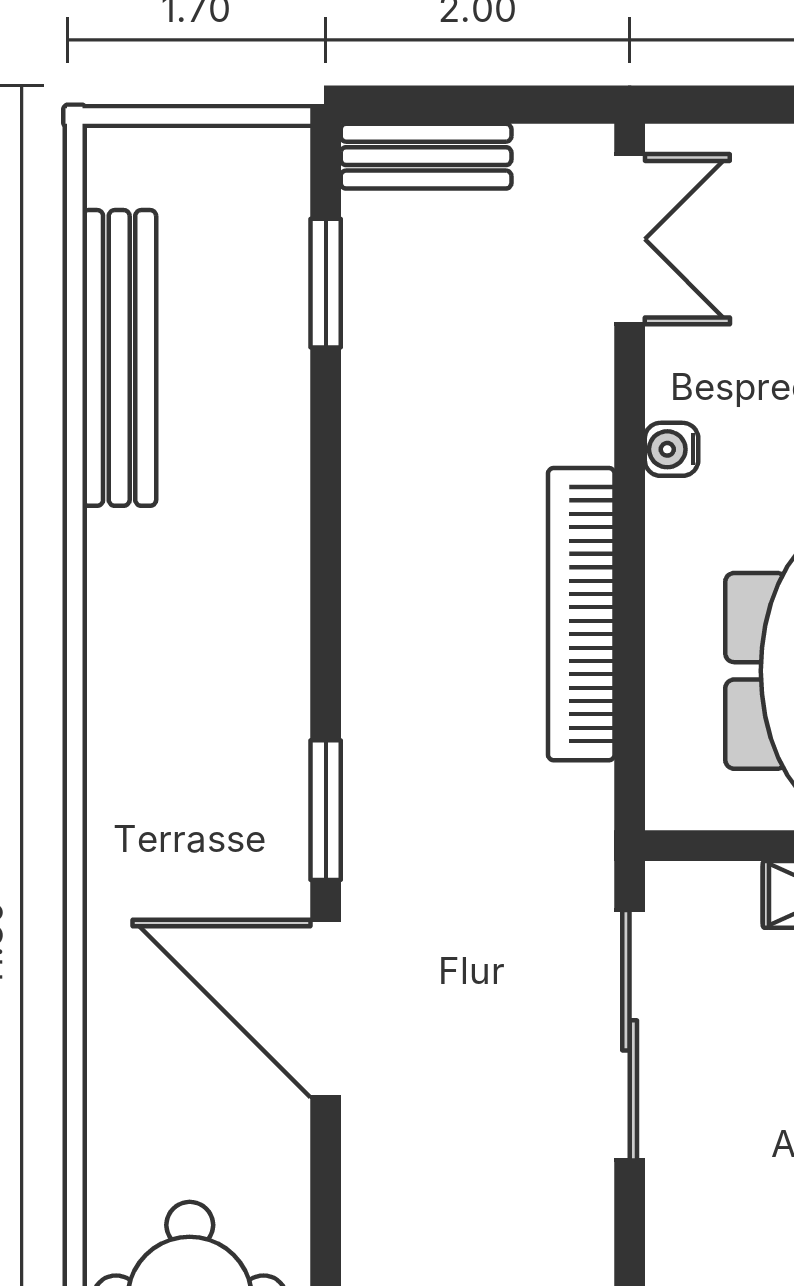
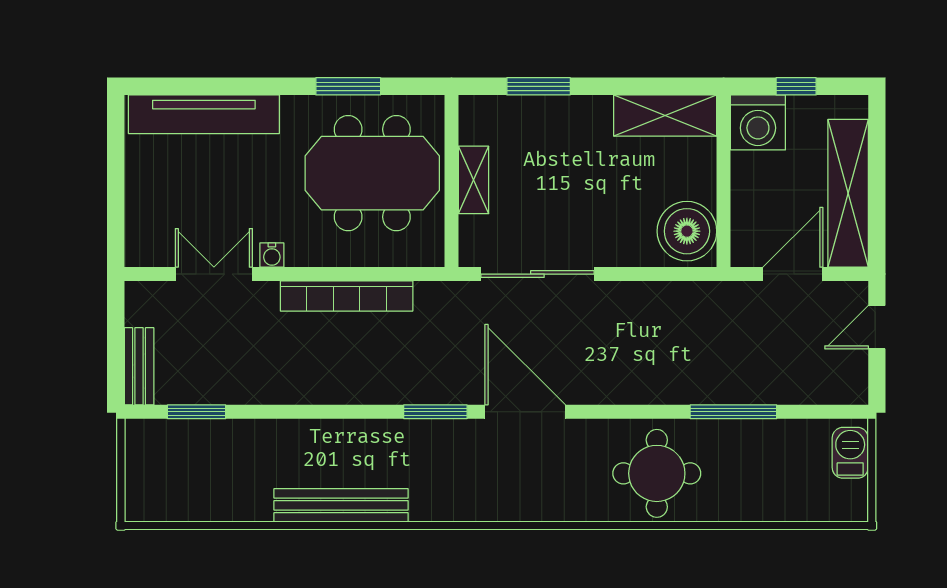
double door: (630, 239) -> (214, 274), moved
bench: (119, 358) -> (341, 505), moved
door: (326, 1008) -> (525, 412), swing flipped

